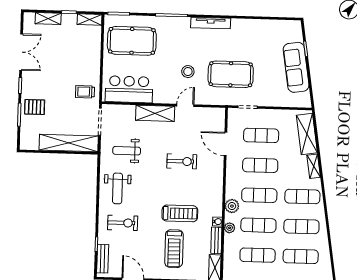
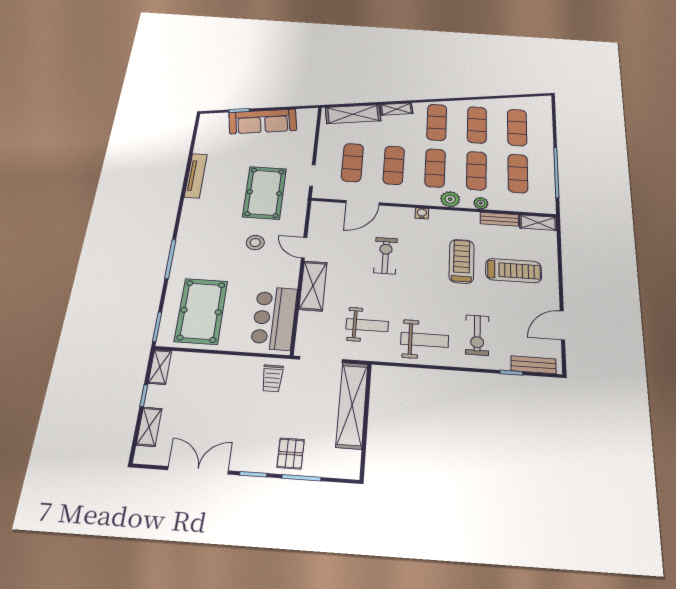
tv unit: (211, 23) -> (196, 176), moved
weight bench: (127, 151) -> (367, 325), turned -90
water cooler: (217, 222) -> (422, 213), moved
exercise bike: (123, 223) -> (477, 335), turned 180

